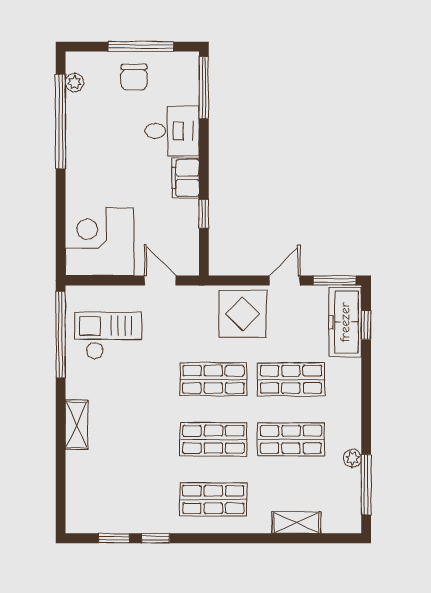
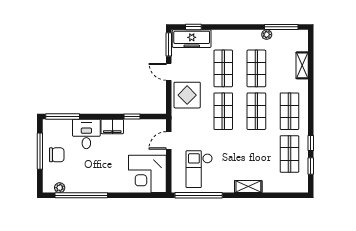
shop shelf: (136, 499) -> (289, 154), added

